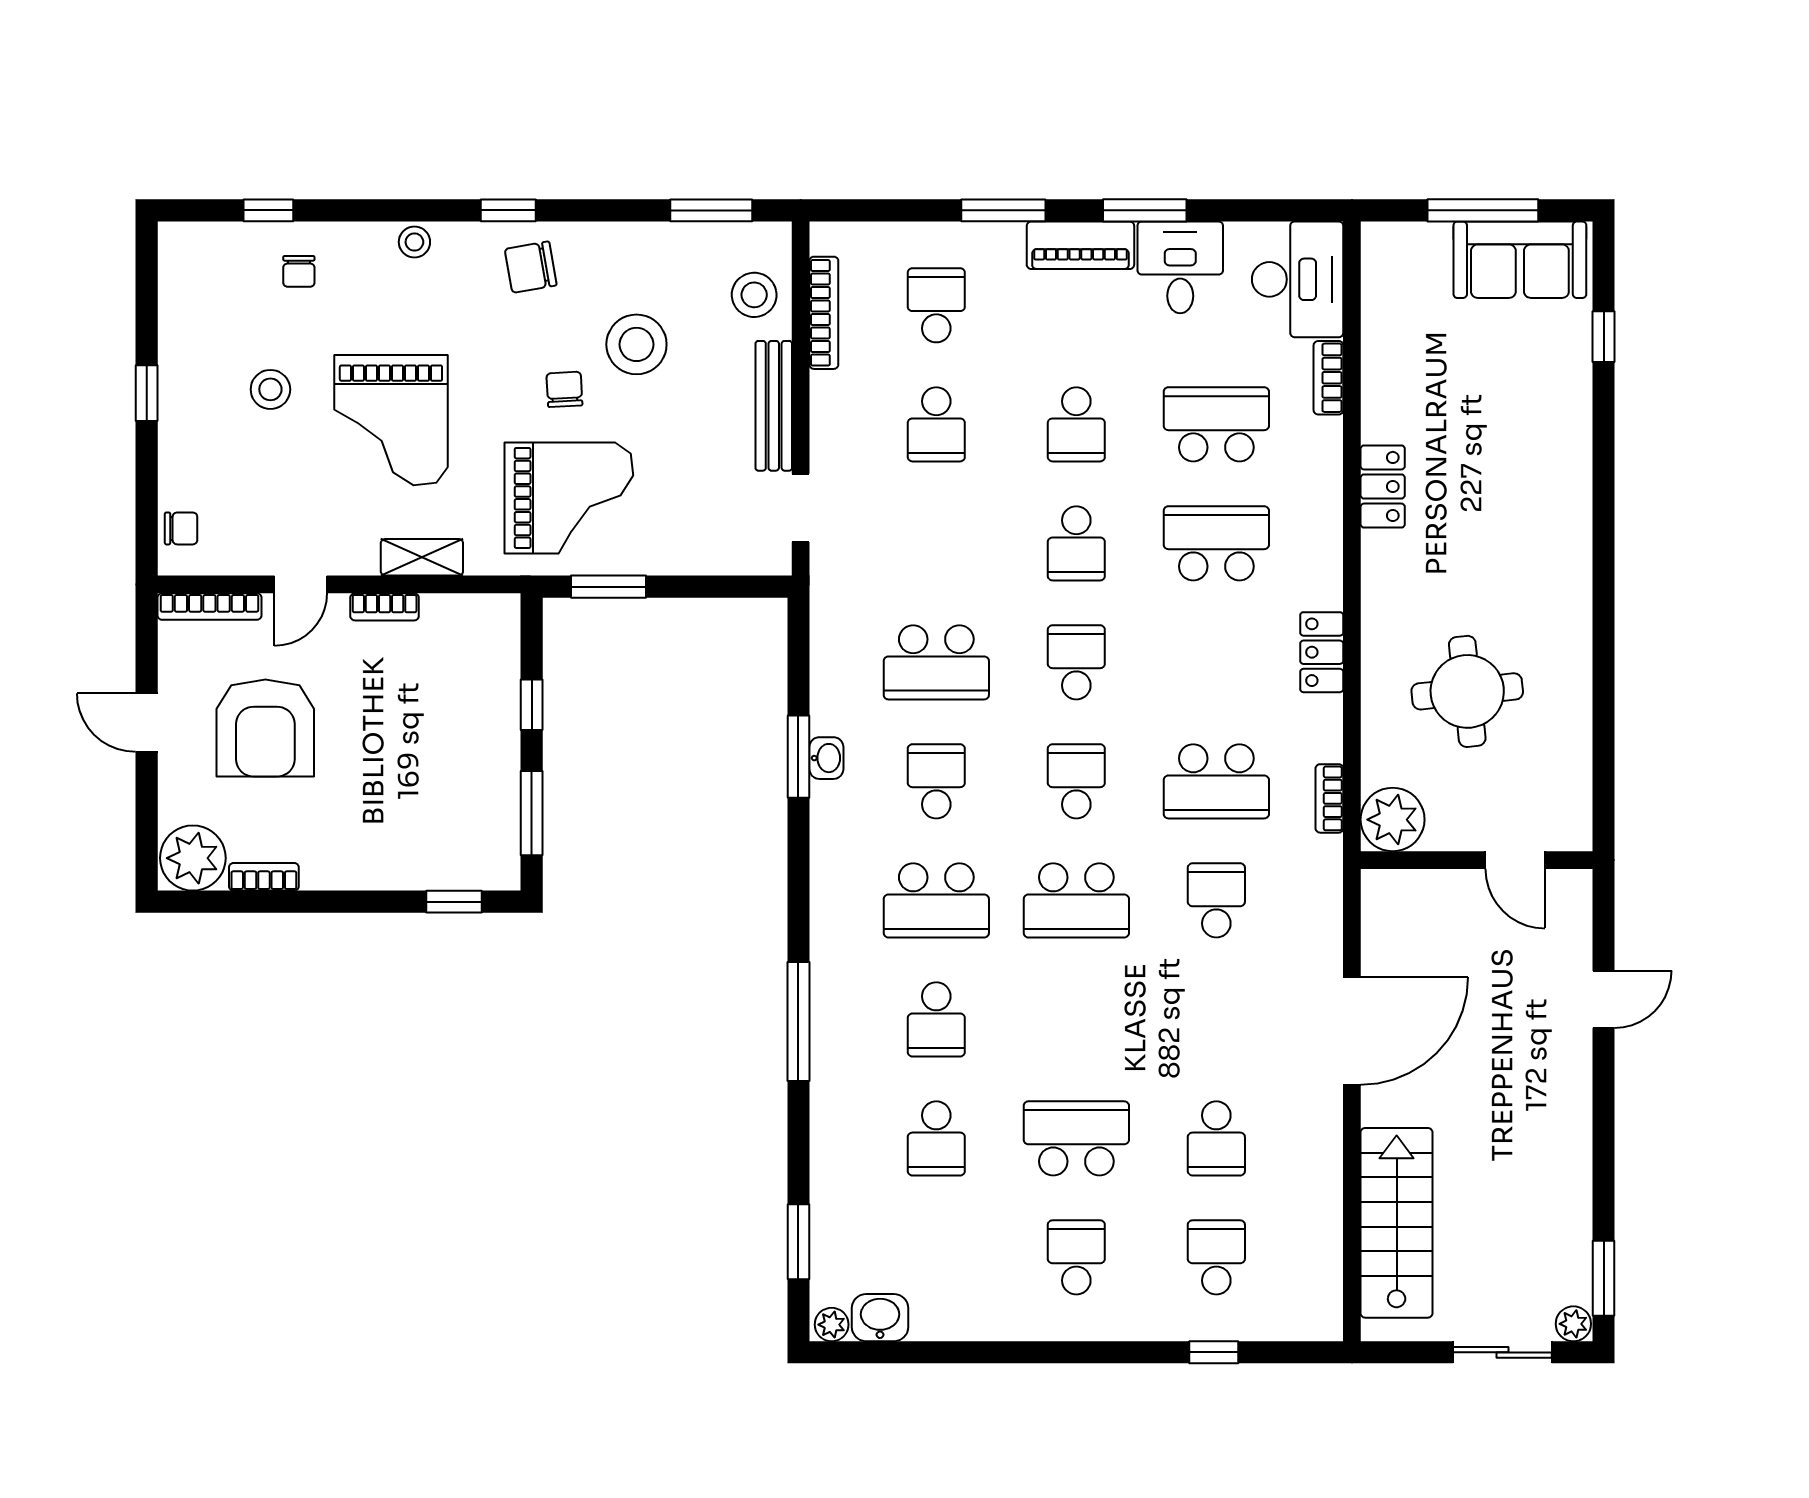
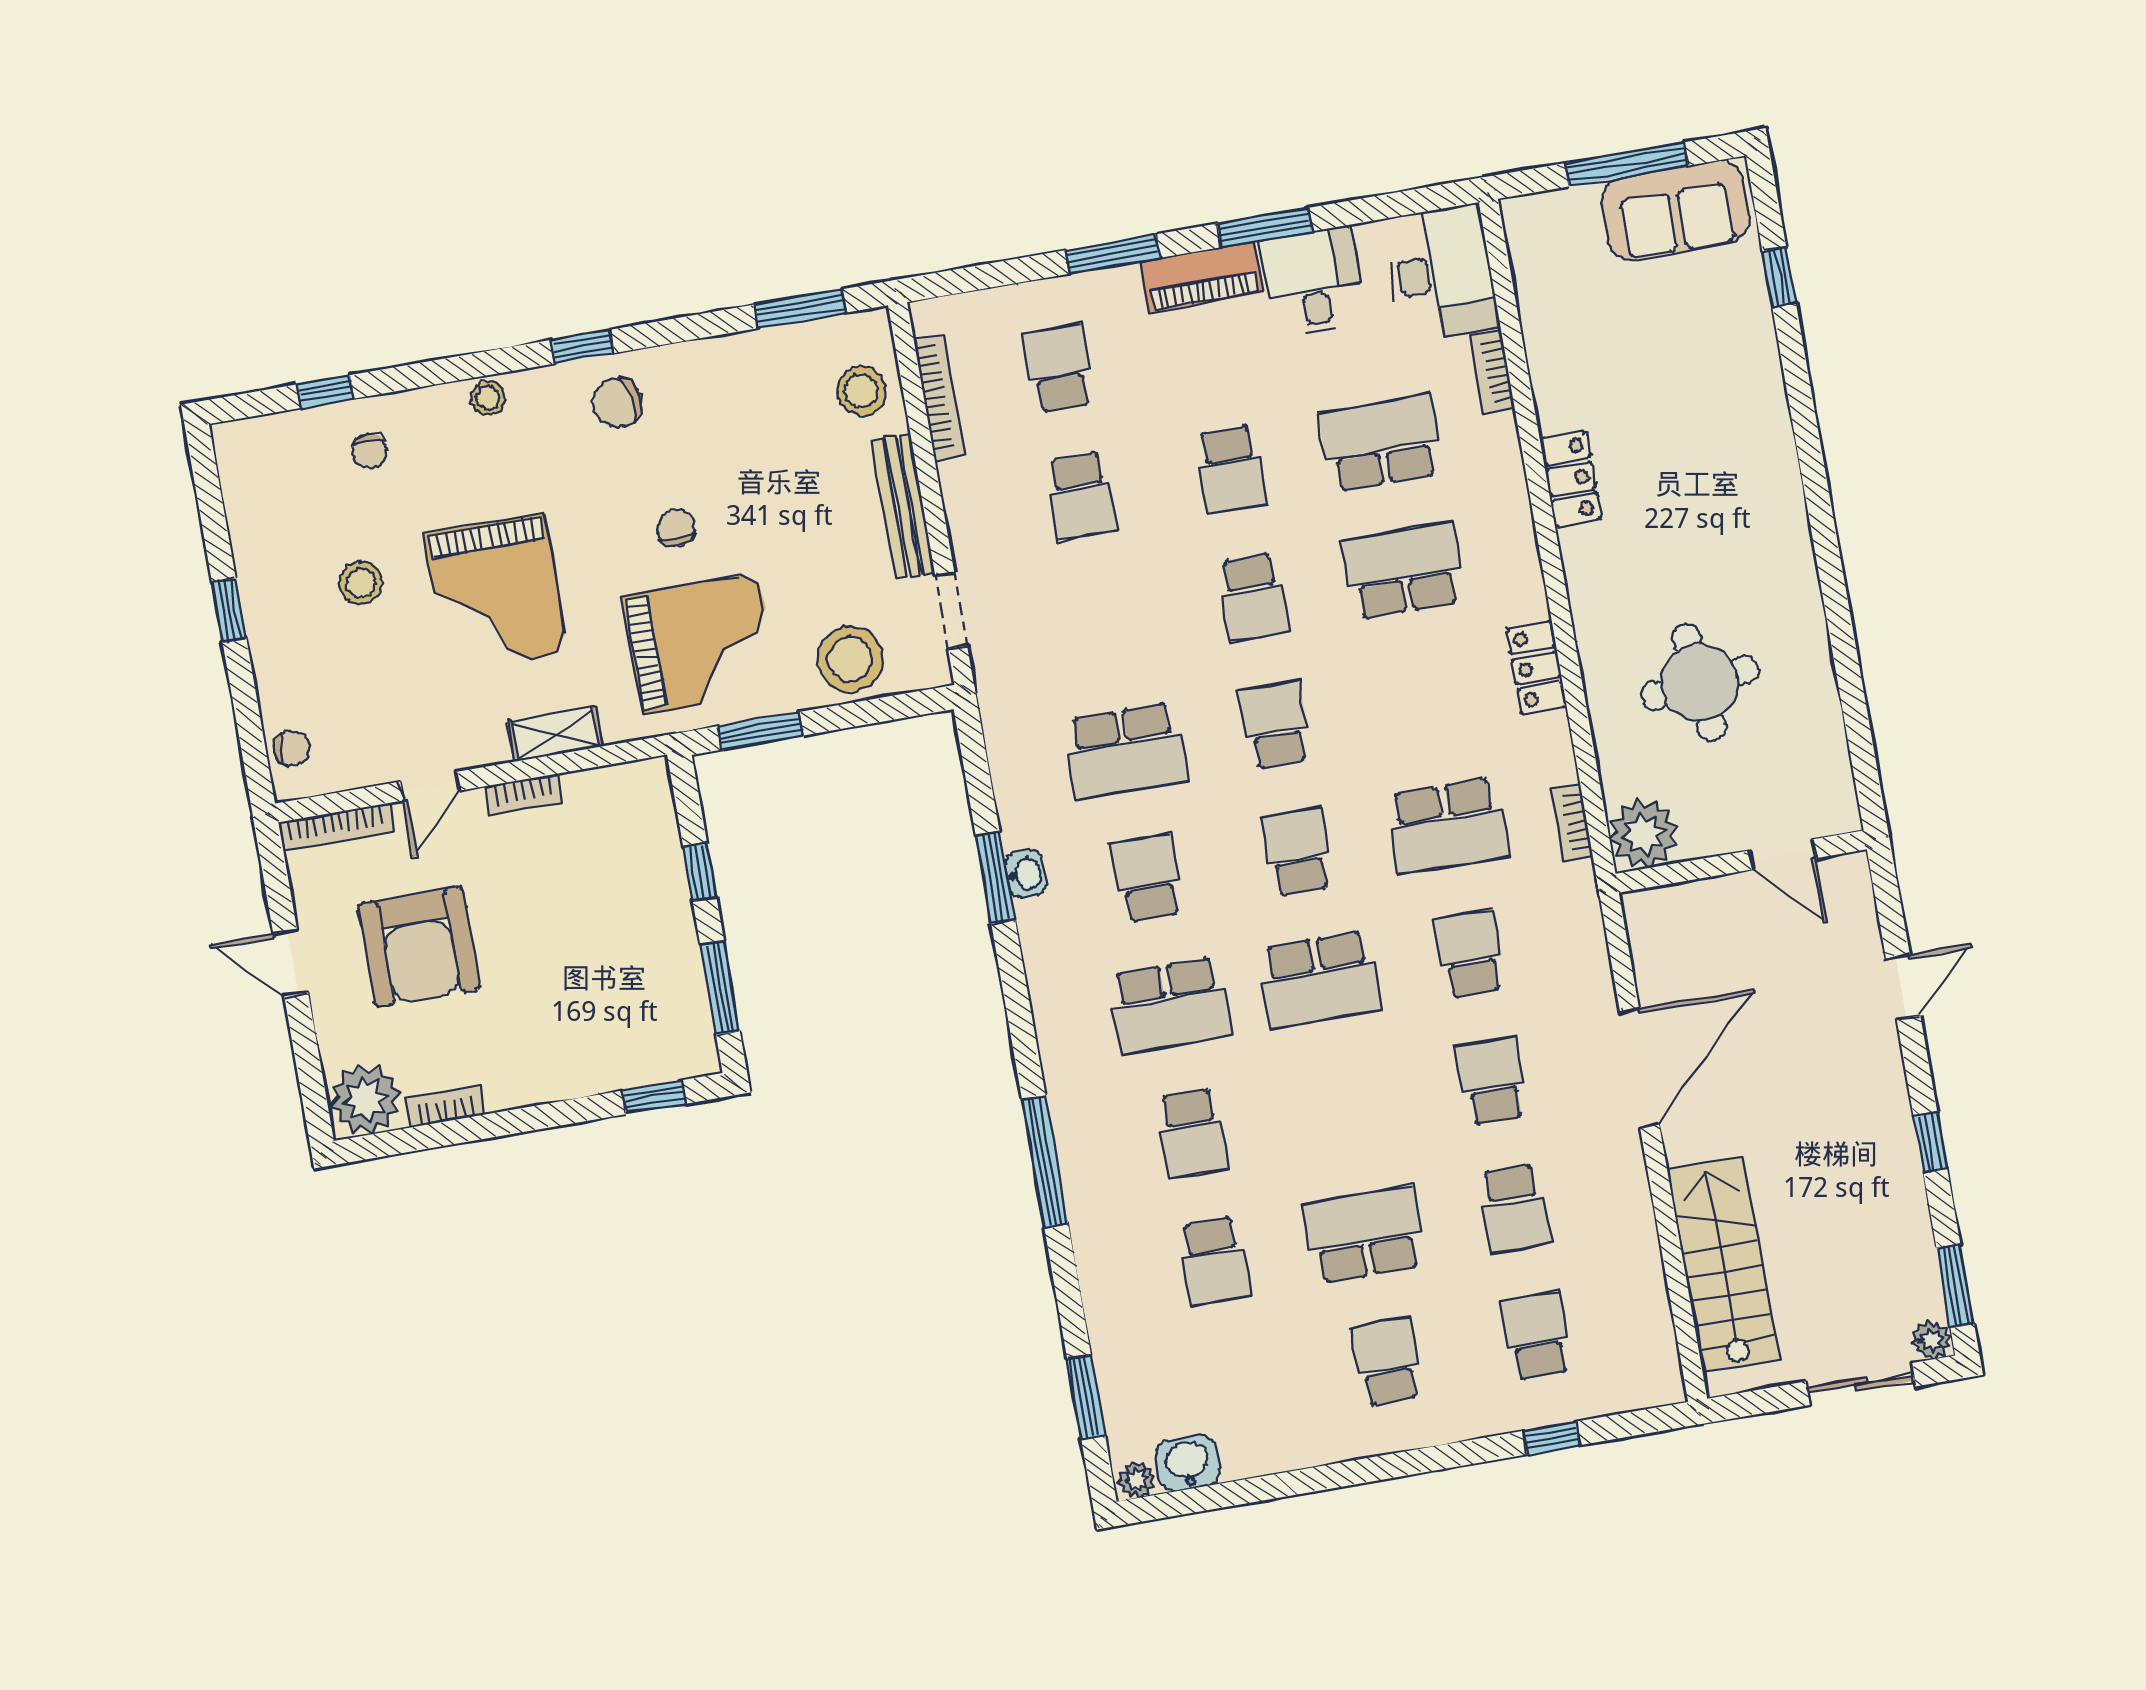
stool: (636, 344) -> (850, 659), moved
school desk: (1216, 1019) -> (1492, 1081), added
window: (1604, 1144) -> (1930, 1142), added

